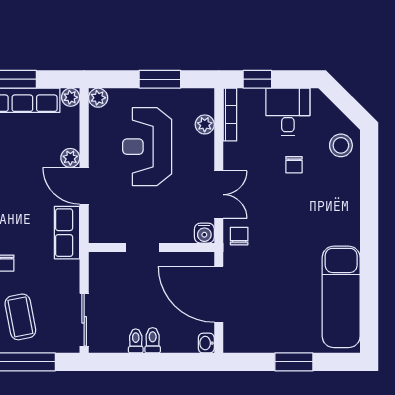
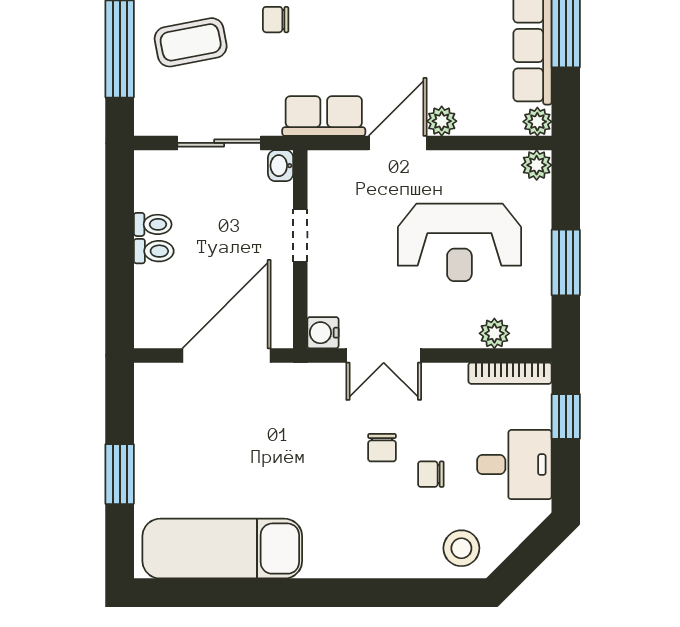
reception desk: (147, 147) -> (459, 242), turned 180
chair: (239, 236) -> (382, 448), moved, turned 90
sliding door: (84, 320) -> (219, 143), moved
washbasin: (206, 343) -> (281, 166), moved, turned -90

